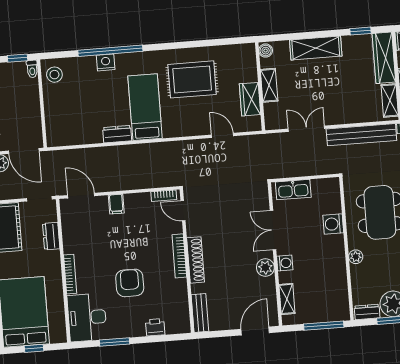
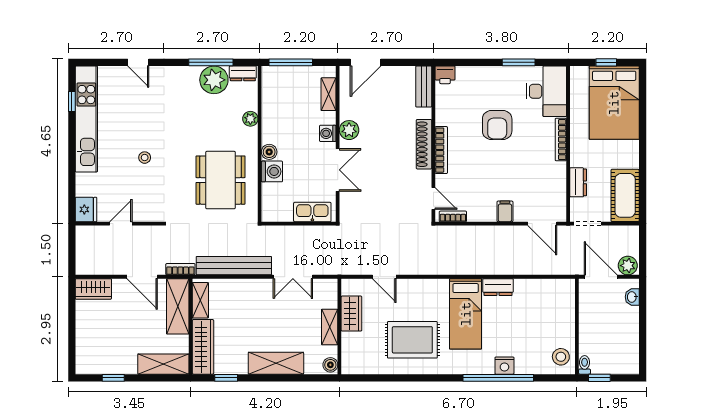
boiler: (337, 242) -> (269, 152), added
plant: (356, 257) -> (250, 119), moved
printer: (155, 327) -> (445, 75), moved

